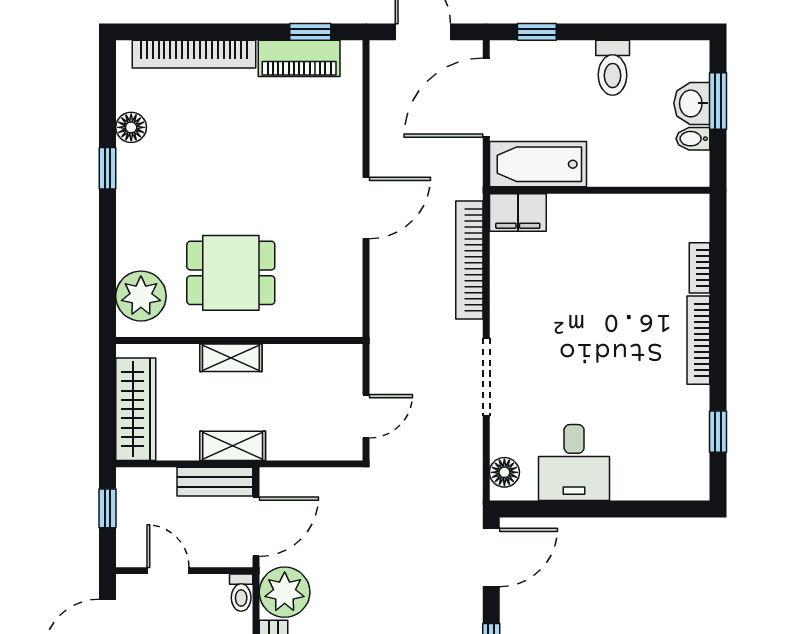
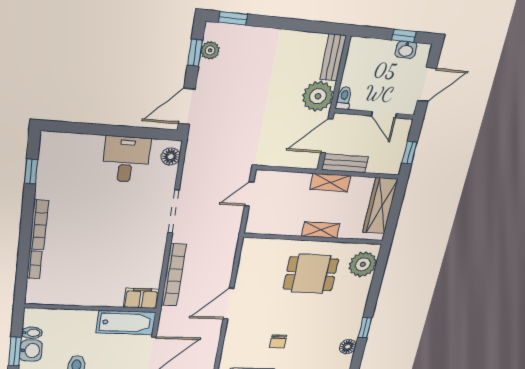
chair: (263, 134) -> (278, 341), added

